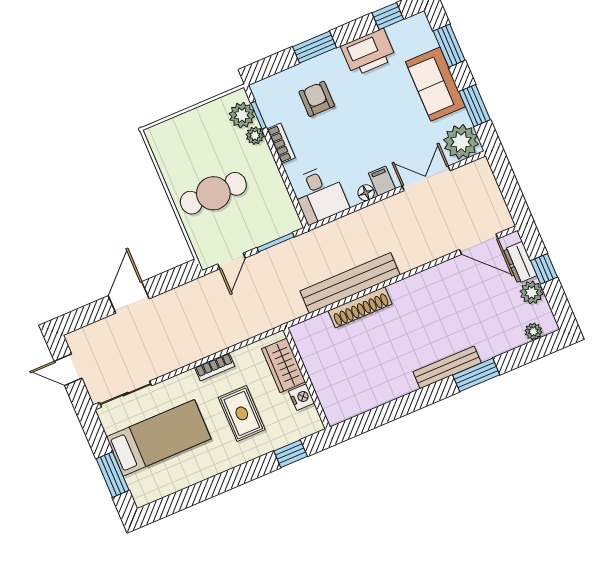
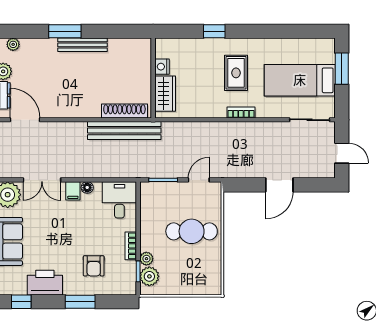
wardrobe: (284, 365) -> (165, 94), moved
wall: (307, 378) -> (153, 78), moved
nightstand: (302, 397) -> (162, 67), moved

